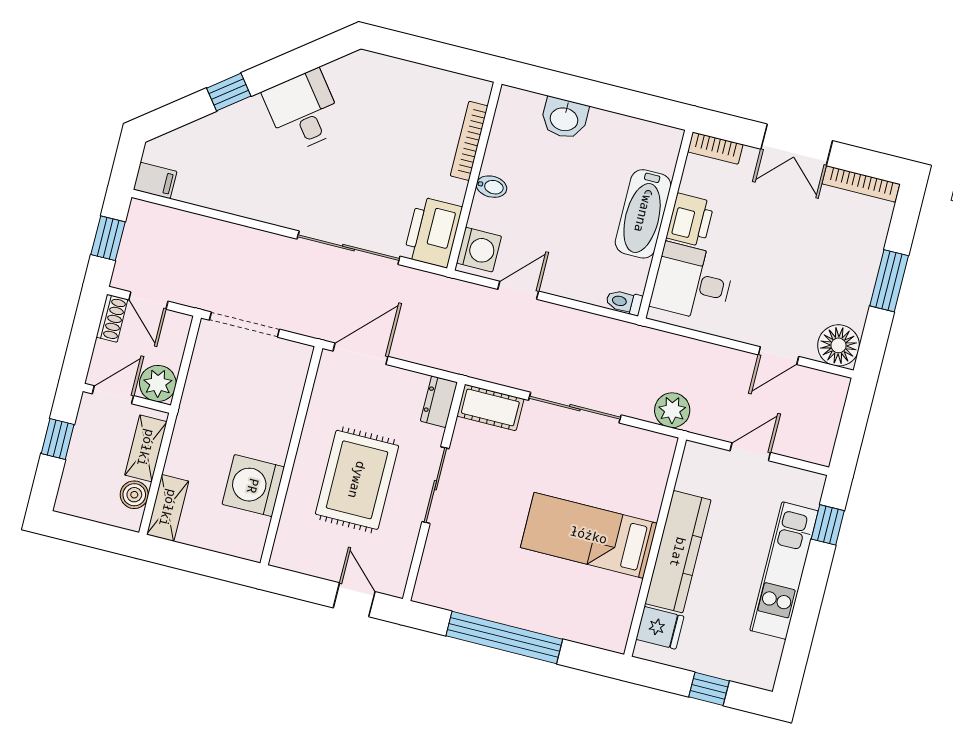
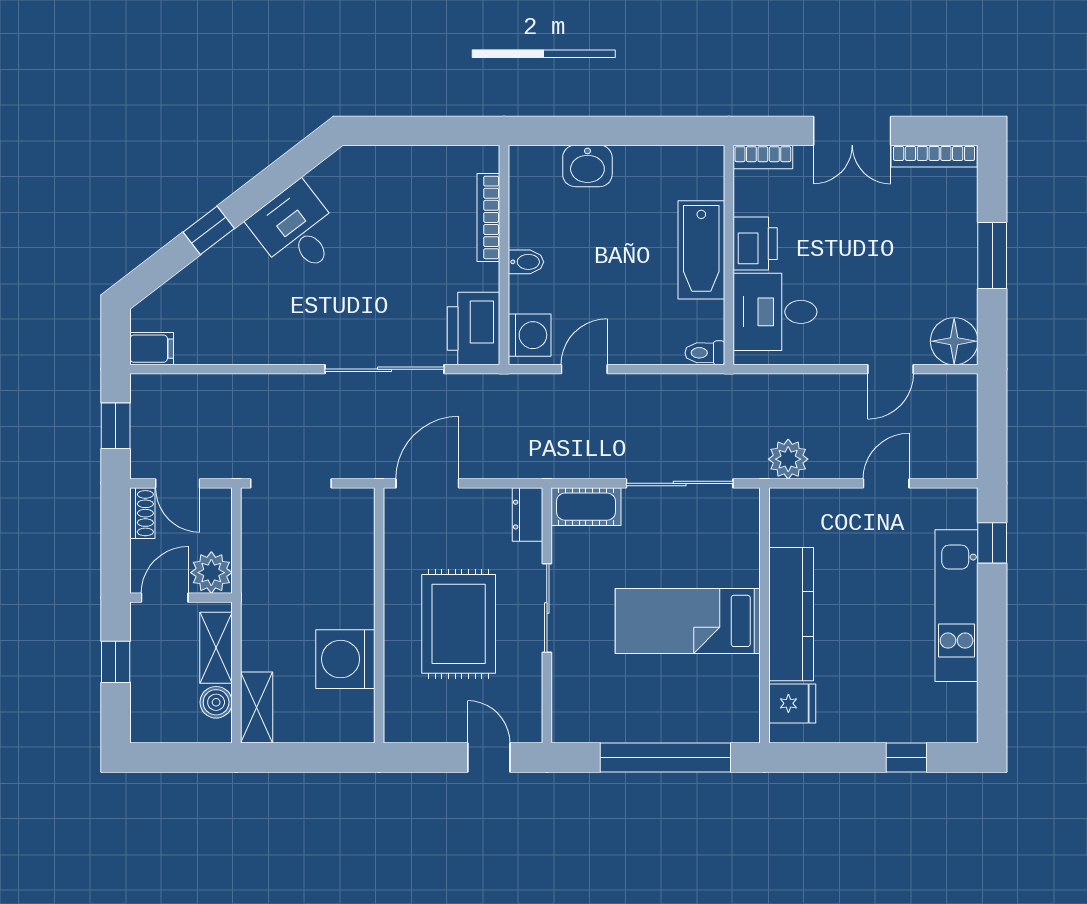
bed: (589, 535) -> (688, 621), moved
wall: (655, 547) -> (765, 615), moved
kitchen counter: (678, 552) -> (791, 614), moved
fridge: (660, 628) -> (792, 703), moved

